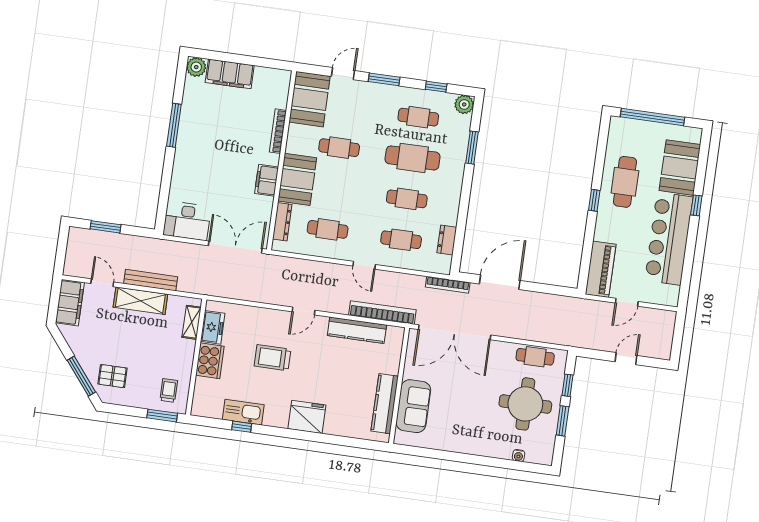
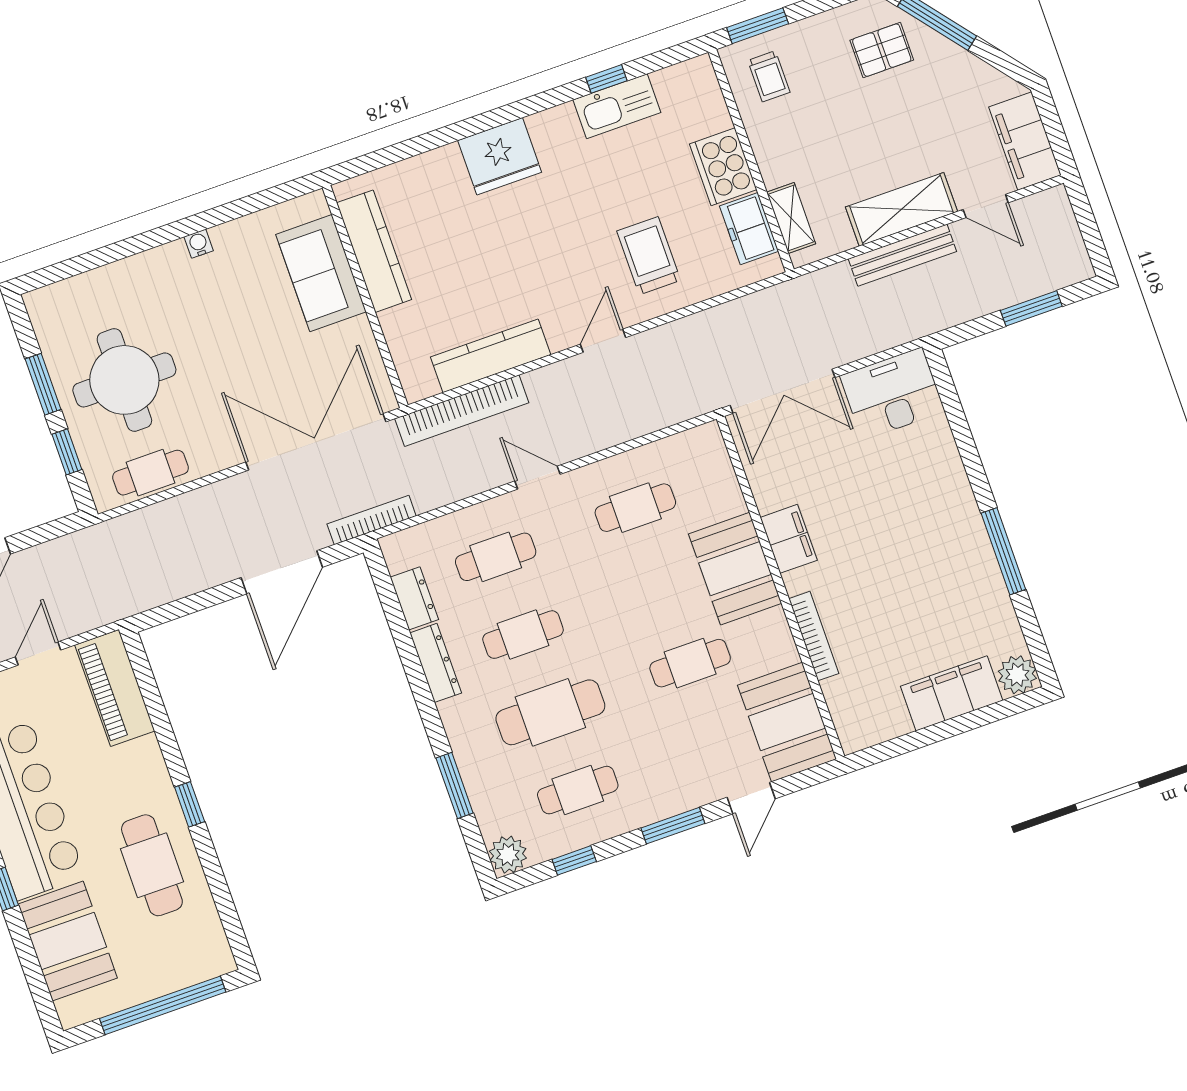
dresser: (282, 222) -> (436, 663), moved, turned 180
trolley: (272, 358) -> (649, 256), moved, turned -90
water cooler: (519, 456) -> (199, 244), moved

